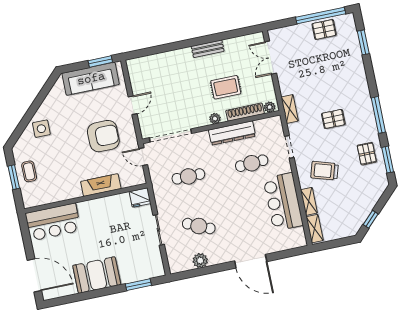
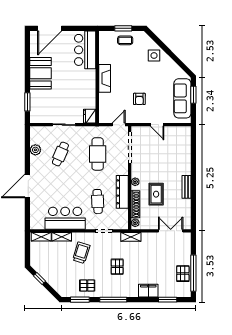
window: (100, 61) -> (193, 95), moved
filing cabinet: (357, 71) -> (148, 291), added
armchair: (103, 136) -> (139, 99), width x0.53, depth x0.53
cafe table: (188, 176) -> (98, 154), width x1.37, depth x1.35
fireplace: (101, 185) -> (105, 78), moved

